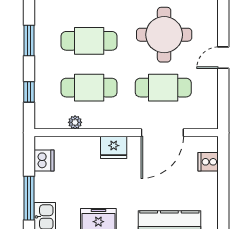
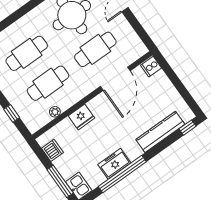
fridge: (114, 147) -> (81, 117), moved
cooker: (208, 162) -> (151, 67), moved

